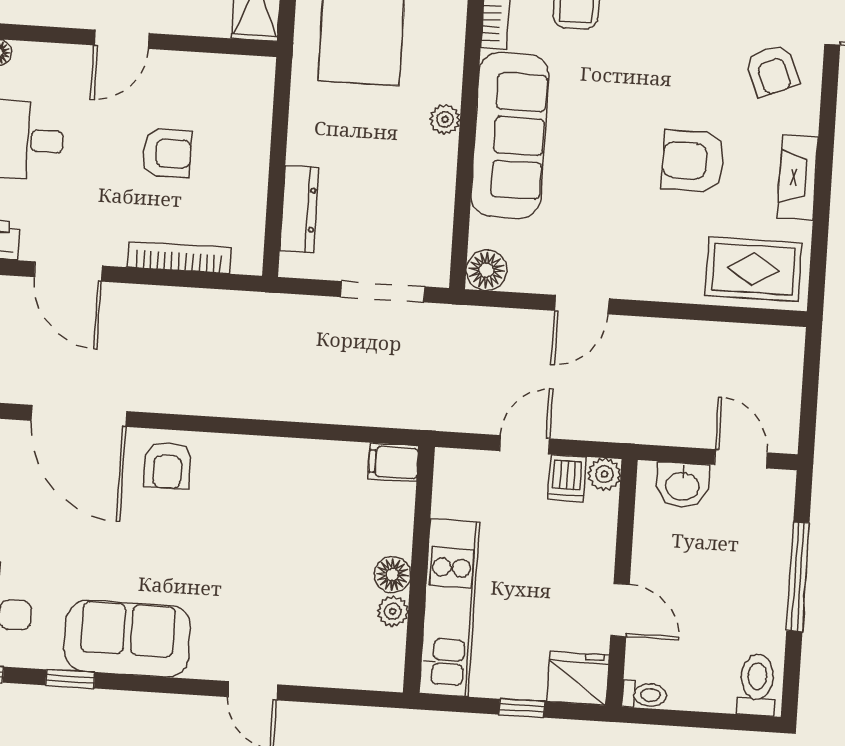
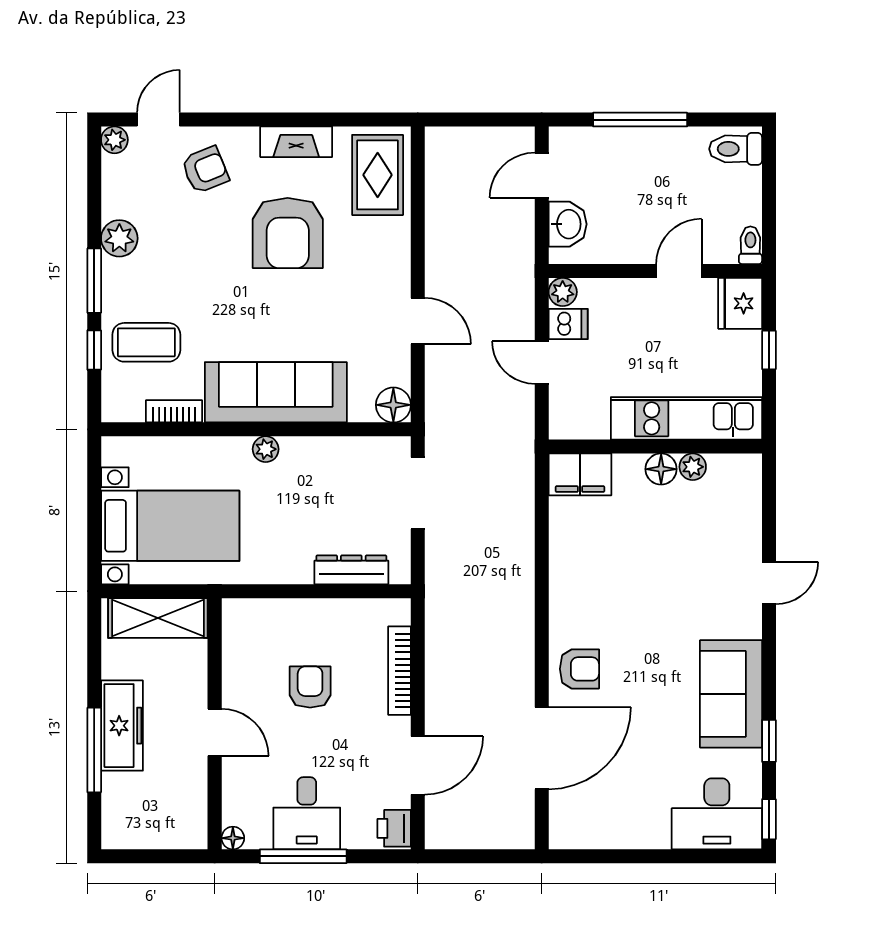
armchair: (693, 161) -> (288, 233), width x1.36, depth x1.36
filing cabinet: (393, 462) -> (580, 474), width x2.00

